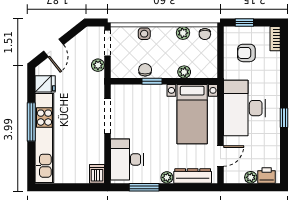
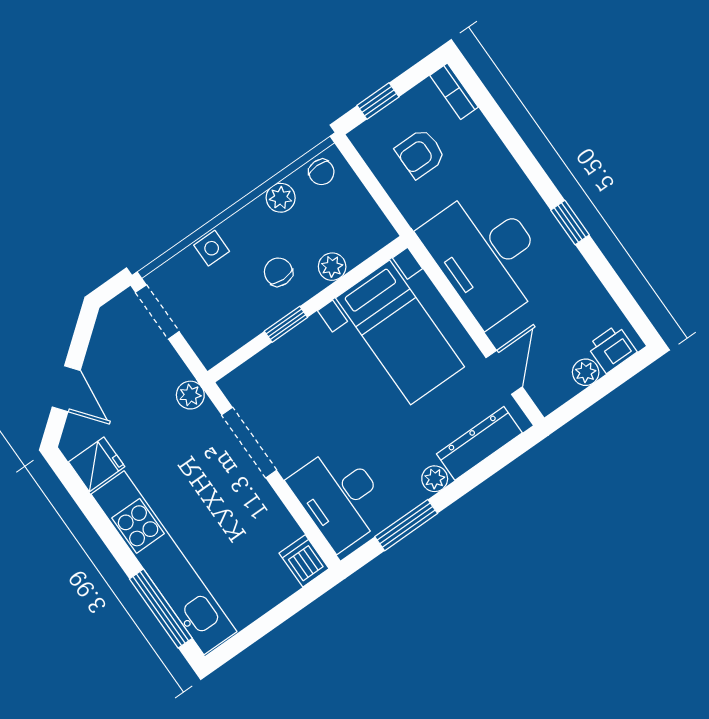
plant: (98, 65) -> (190, 395), moved
chair: (145, 70) -> (278, 272), moved
window: (31, 122) -> (161, 609), moved

